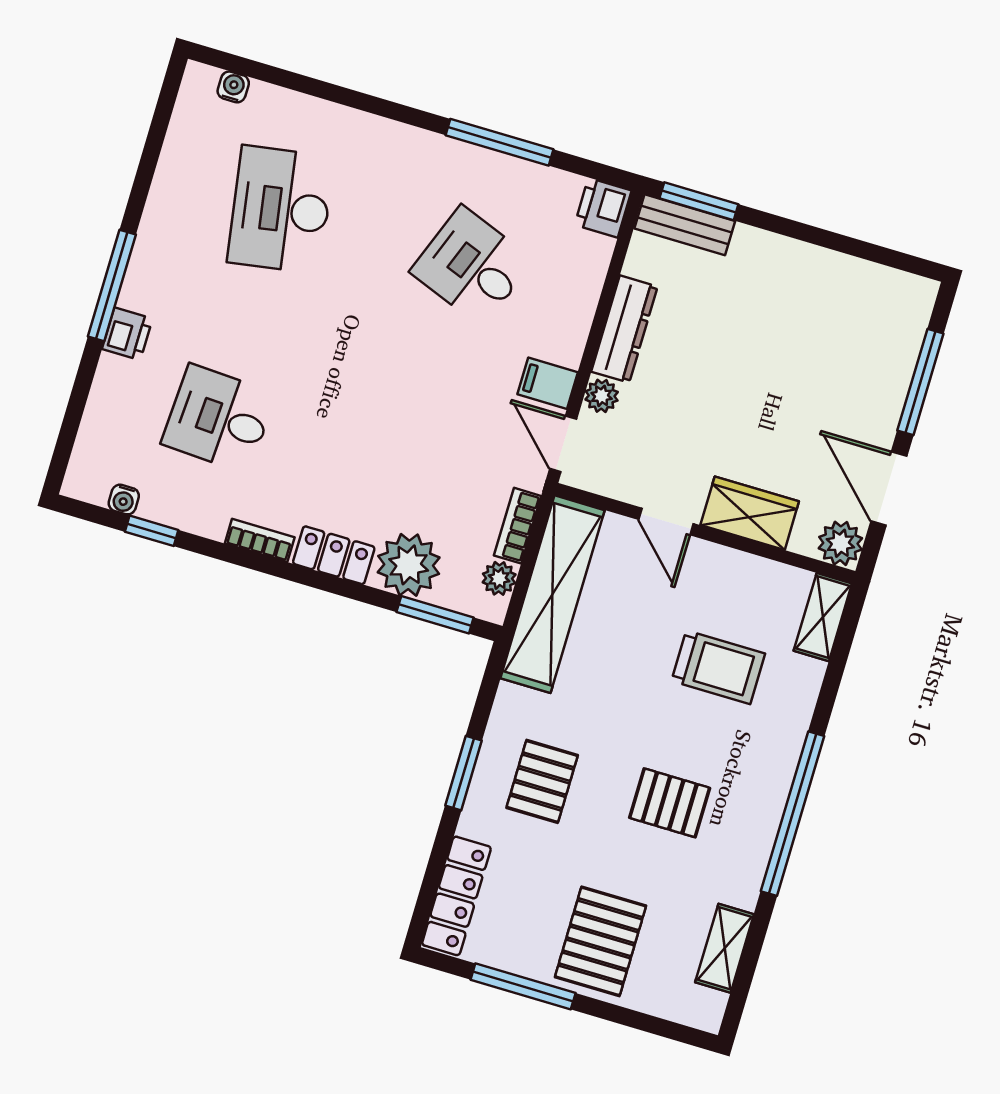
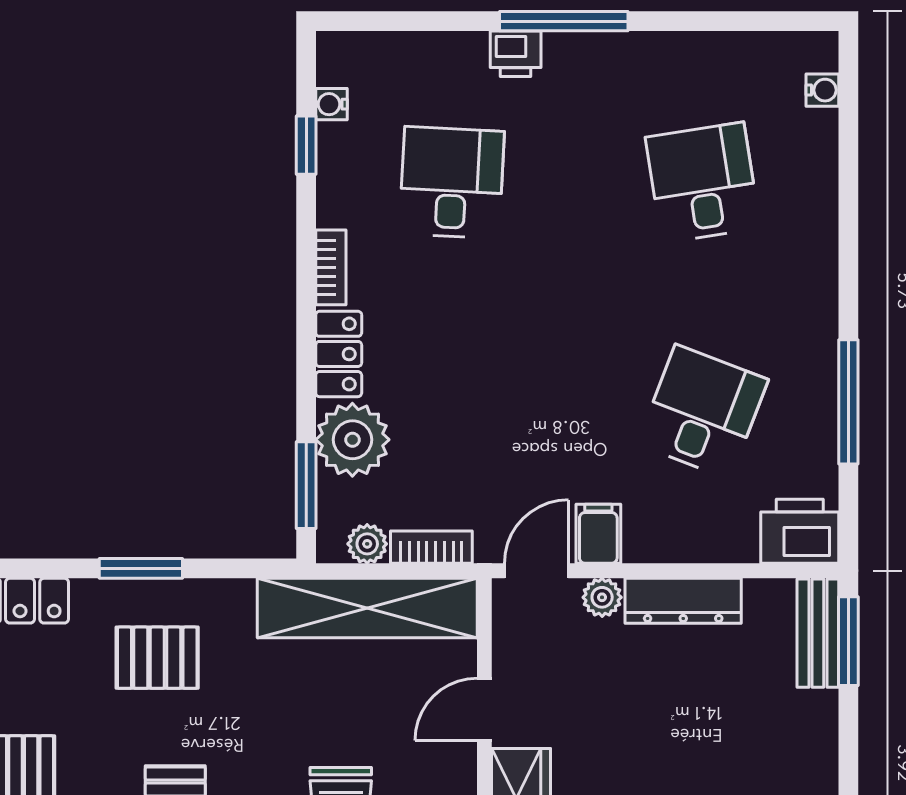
printer: (603, 208) -> (800, 531), width x1.36, depth x1.24
desk: (281, 209) -> (703, 182), width x0.73

